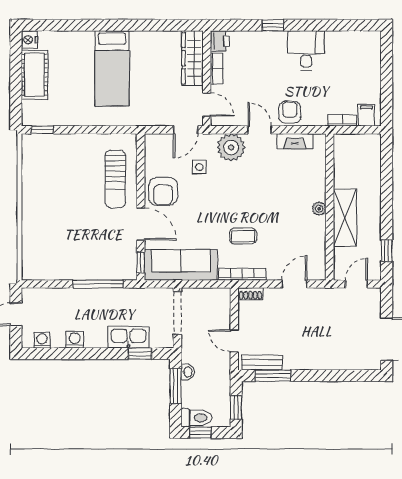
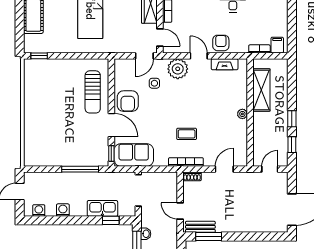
window: (387, 215) -> (292, 119), added
shelving: (345, 218) -> (261, 90), moved
sofa: (181, 265) -> (134, 155), width x0.73

